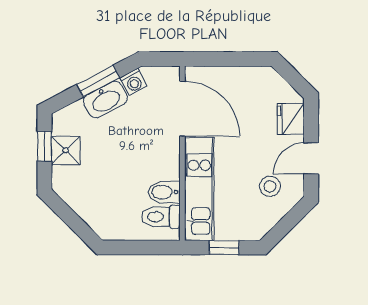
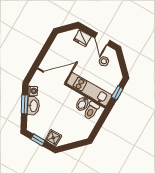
shower: (66, 150) -> (53, 138), moved

